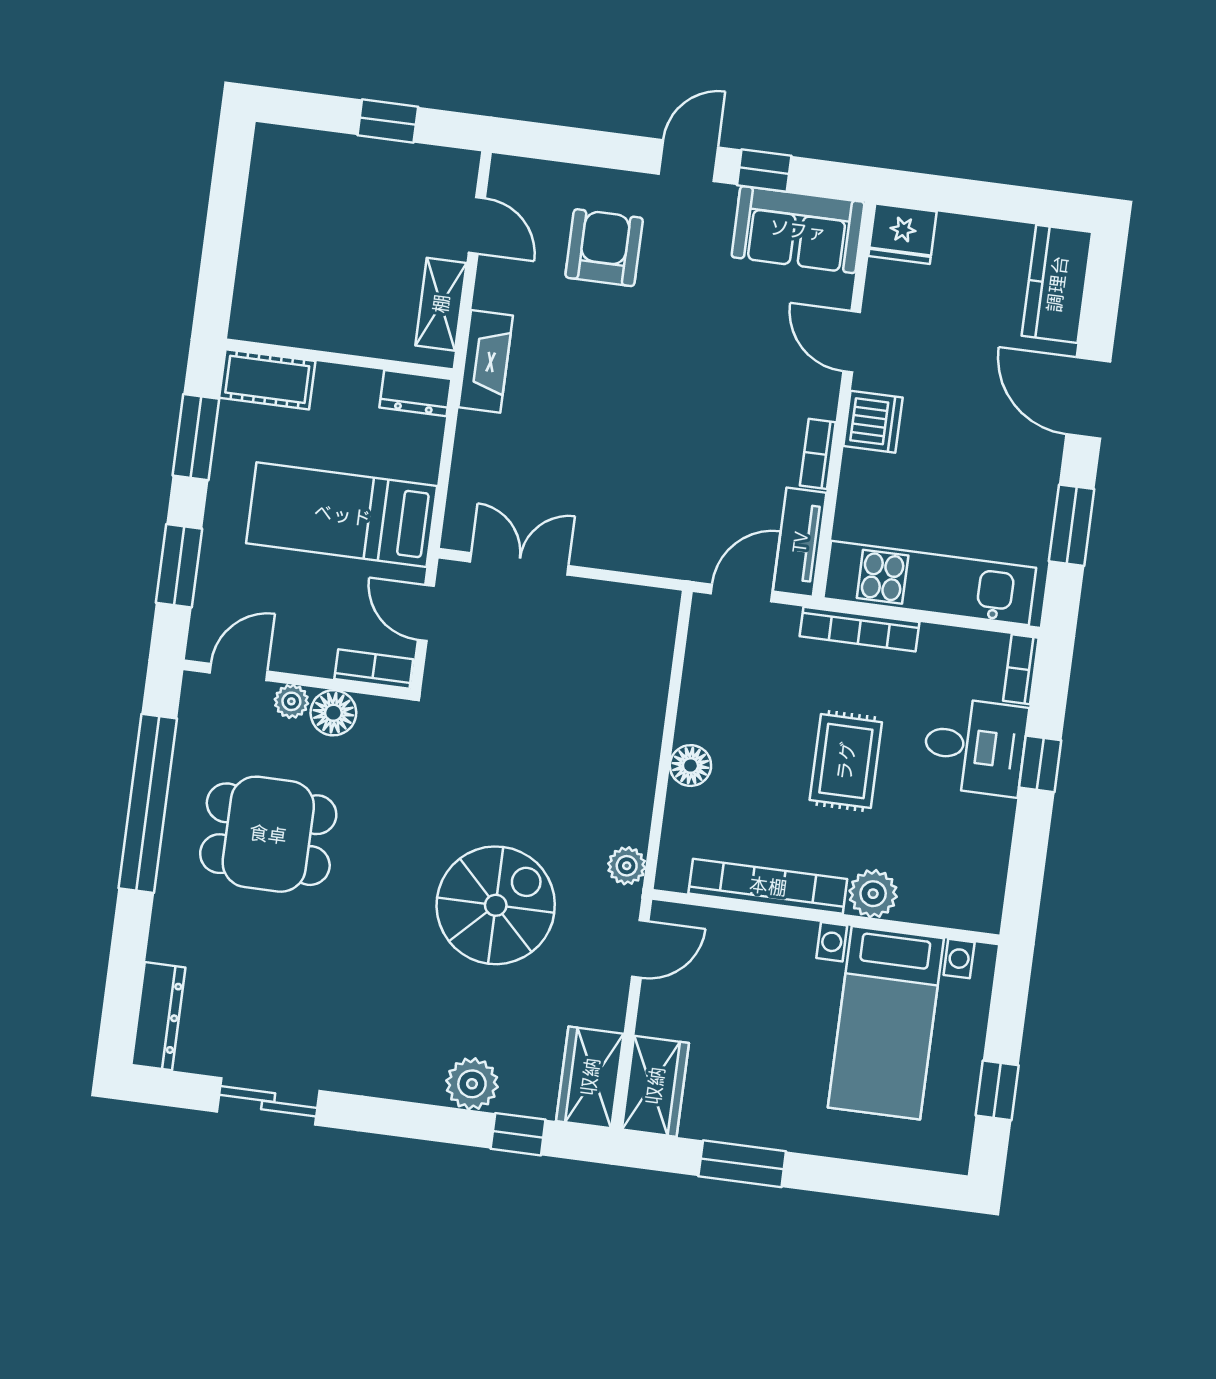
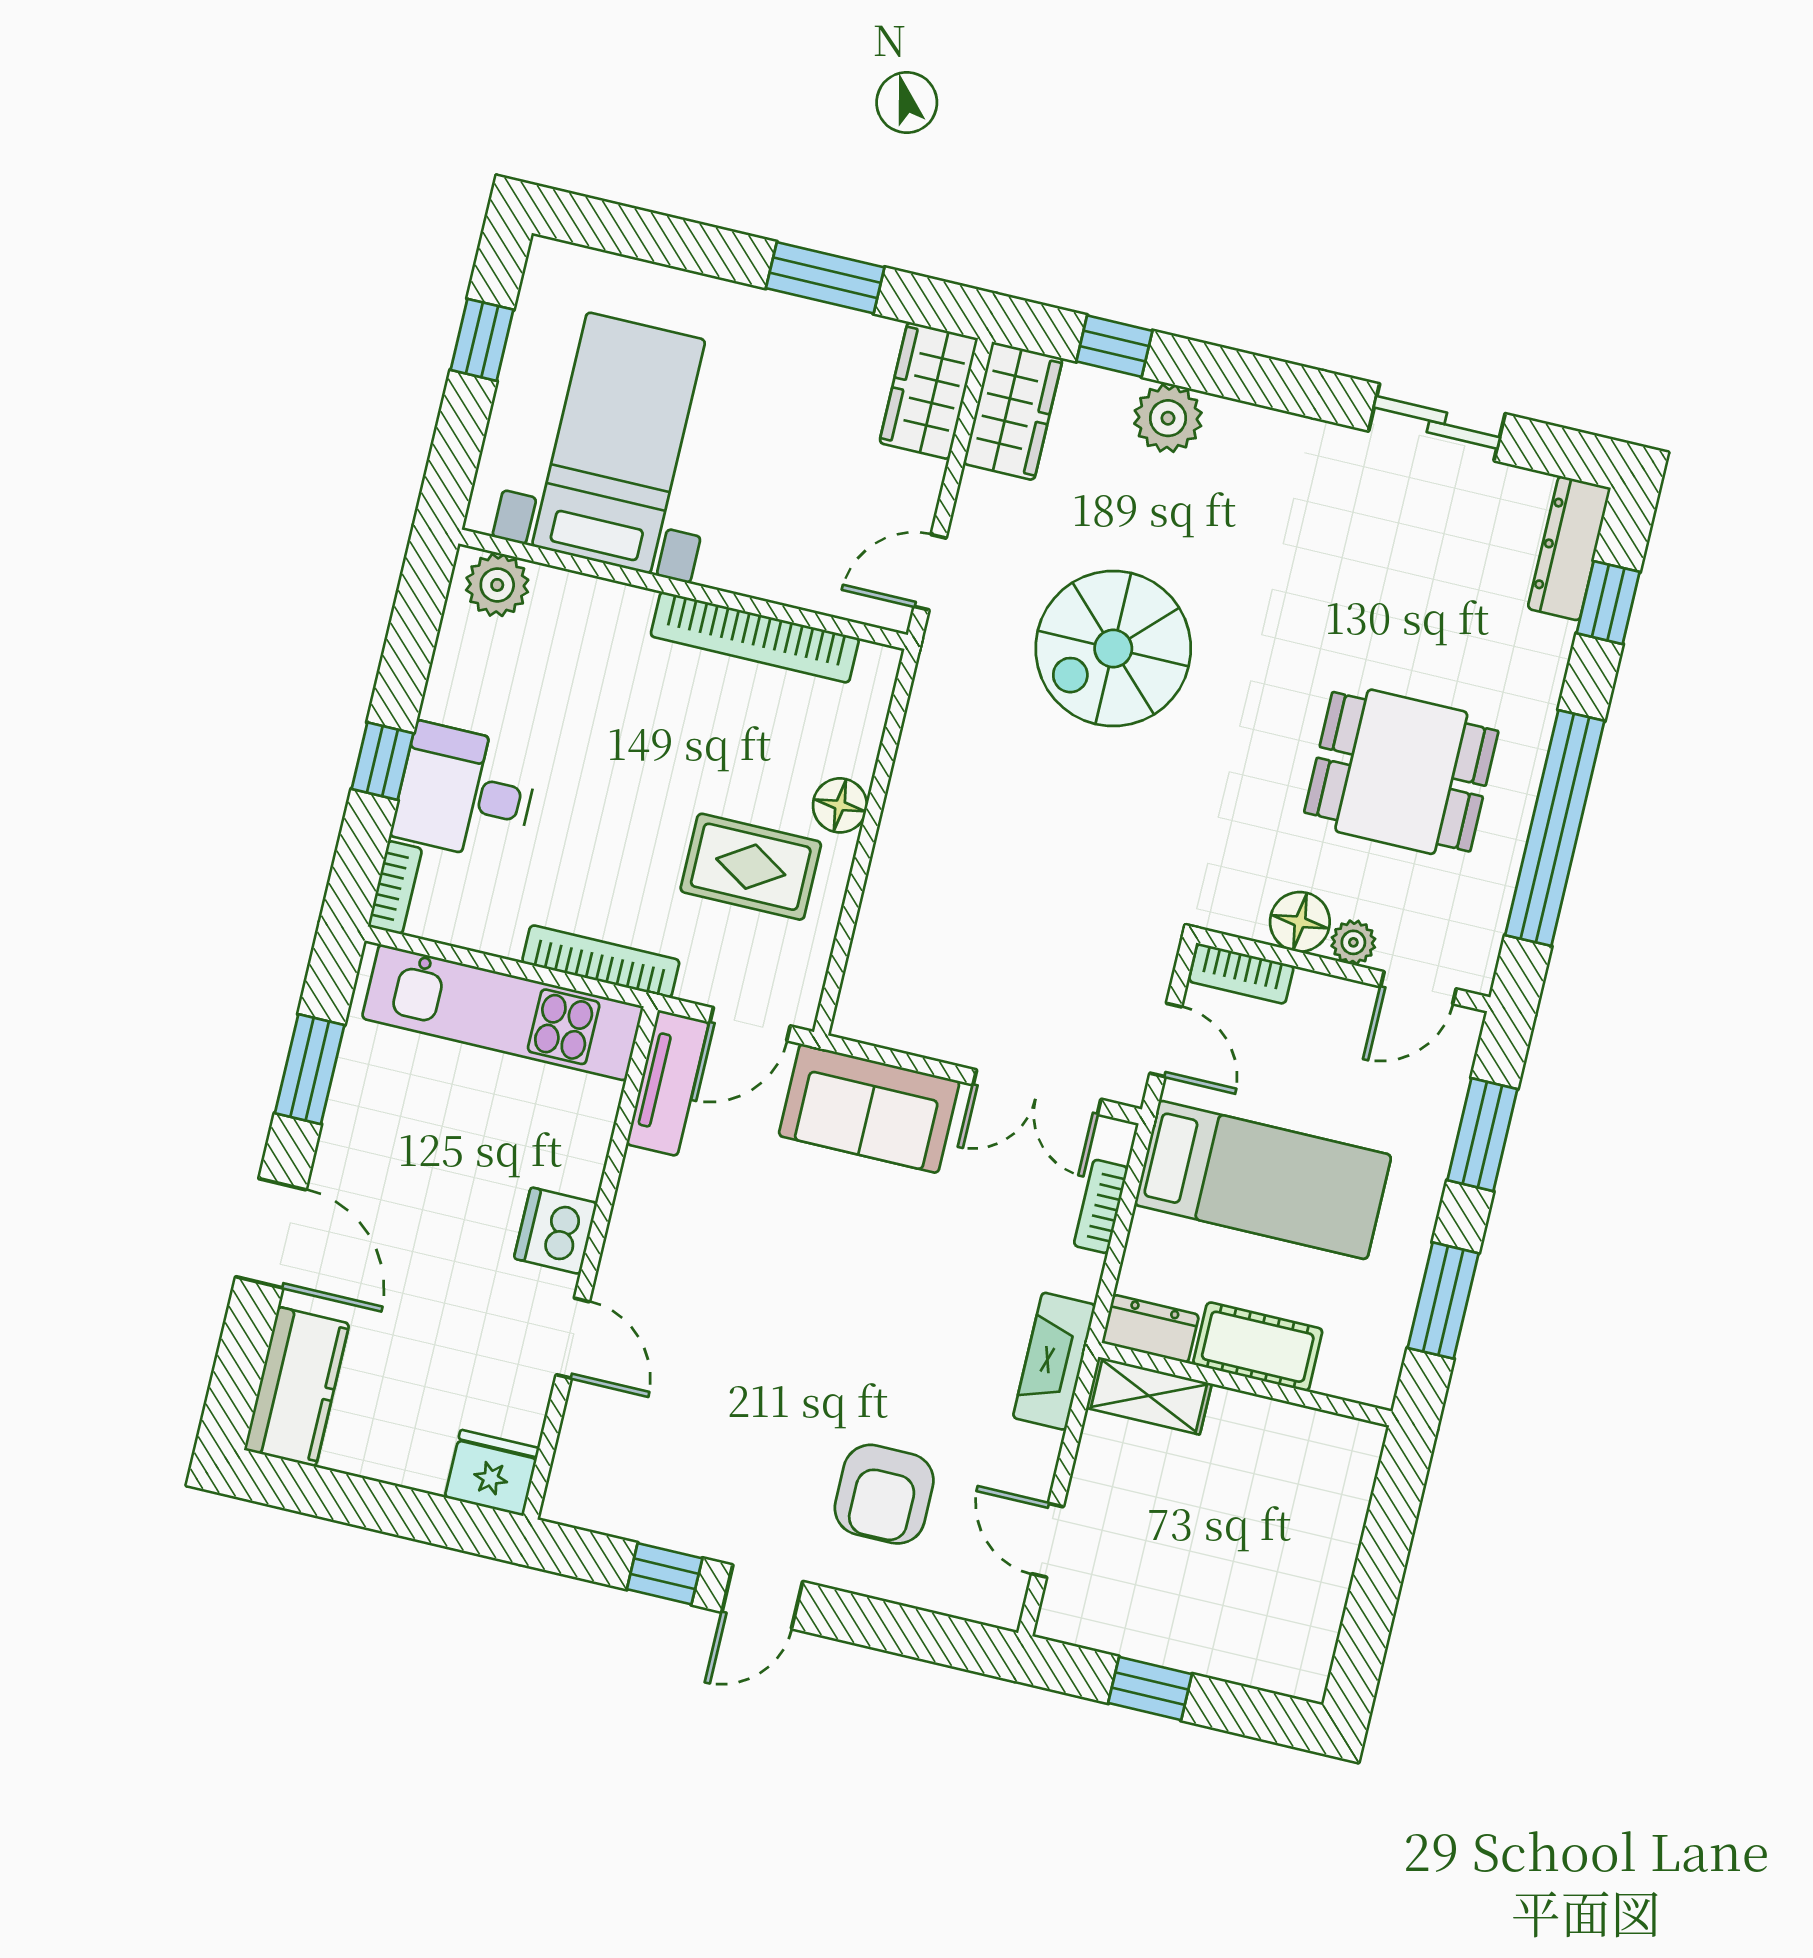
sofa: (798, 230) -> (869, 1108), moved, turned 180
shelving: (441, 304) -> (1149, 1396), moved, turned 90
cot: (267, 379) -> (1258, 1347), moved
bookcase: (818, 454) -> (1101, 1206), moved, turned 180
rug: (846, 761) -> (751, 867), moved, turned 90
plant: (627, 866) -> (937, 683), removed
plant: (873, 894) -> (497, 585), moved
window: (125, 978) -> (1608, 603), added

